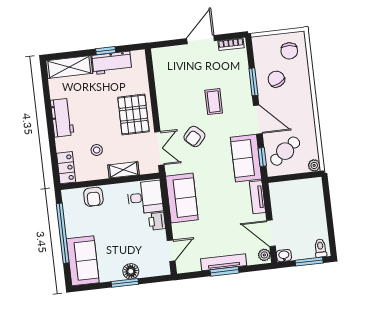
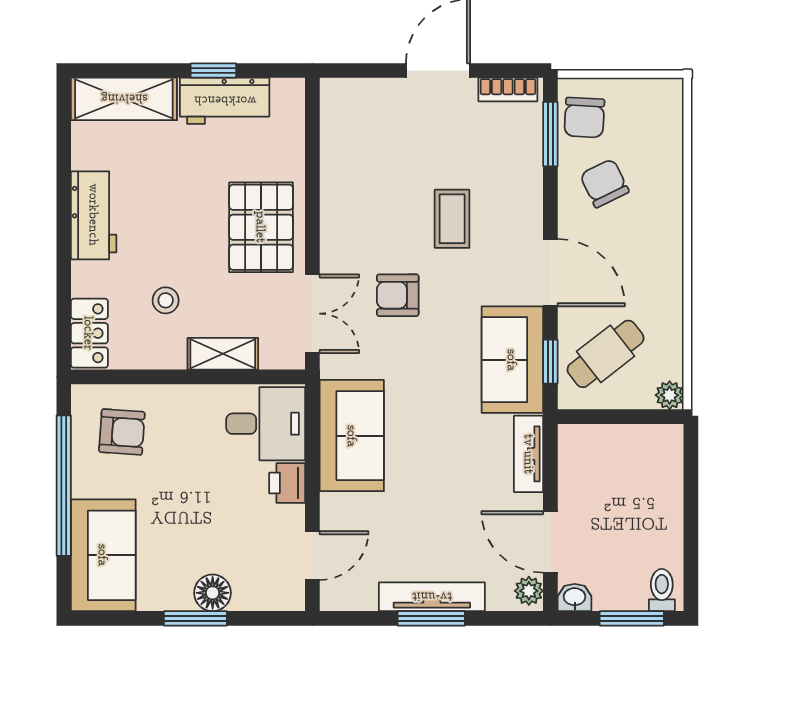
chair: (289, 51) -> (584, 117), moved
window: (253, 82) -> (550, 134), moved
armchair: (194, 136) -> (398, 295), turned 47
armchair: (93, 197) -> (122, 432), moved, turned -86

